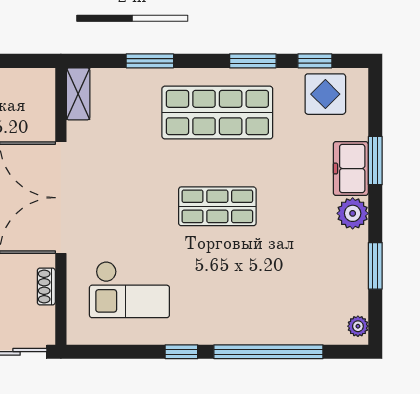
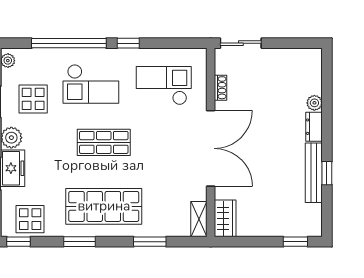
window: (315, 61) -> (19, 242), moved
wardrobe: (40, 95) -> (225, 218), added
display table: (321, 270) -> (33, 99), added
checkout: (236, 292) -> (91, 84), added

